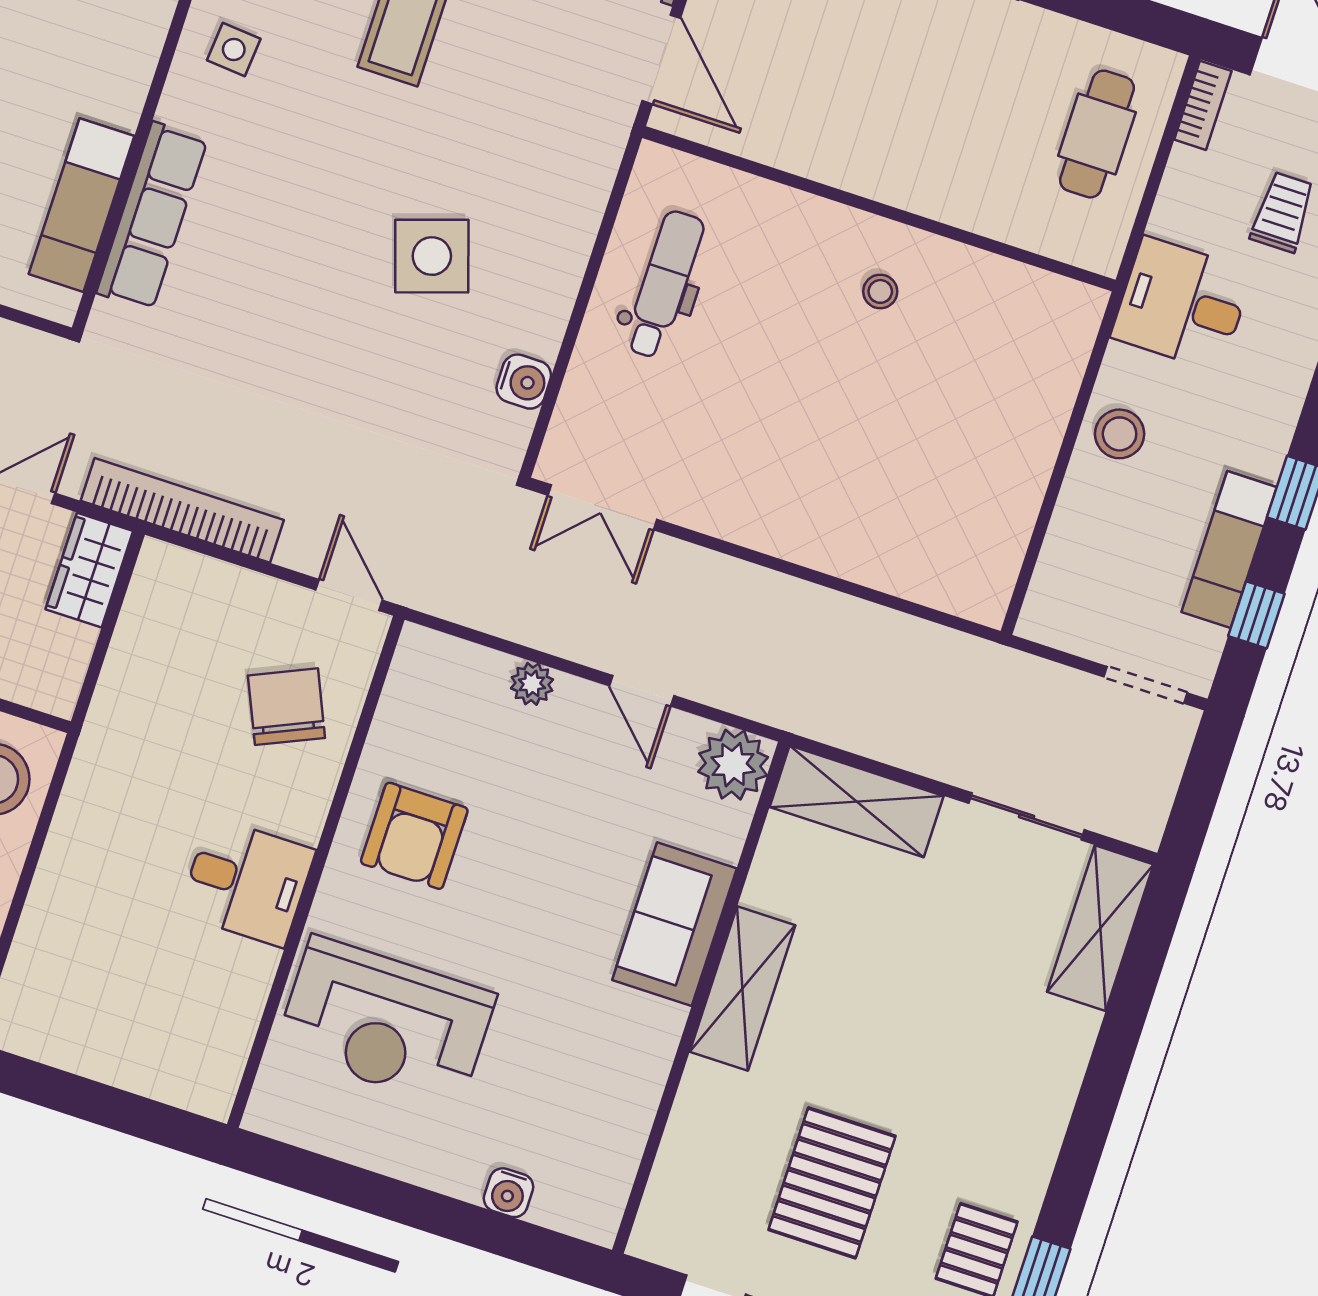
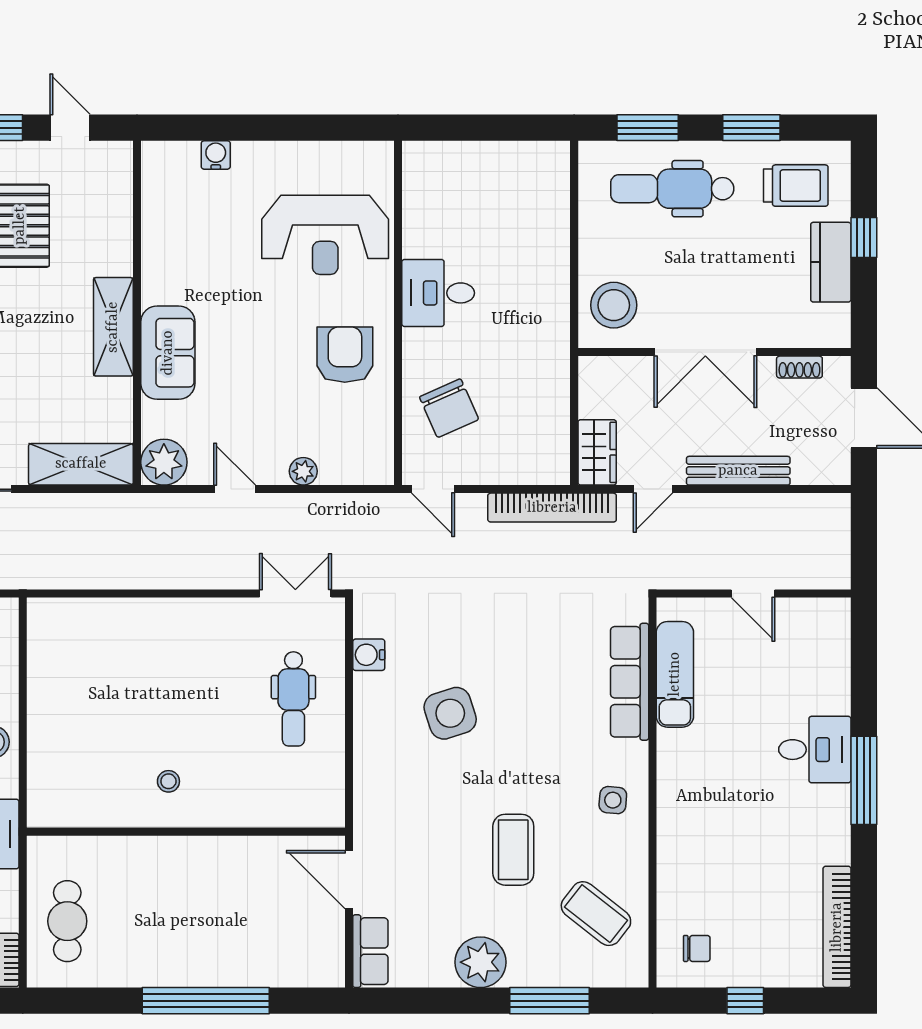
dental chair: (664, 284) -> (293, 699), moved
reception desk: (386, 1022) -> (325, 235), turned 180

